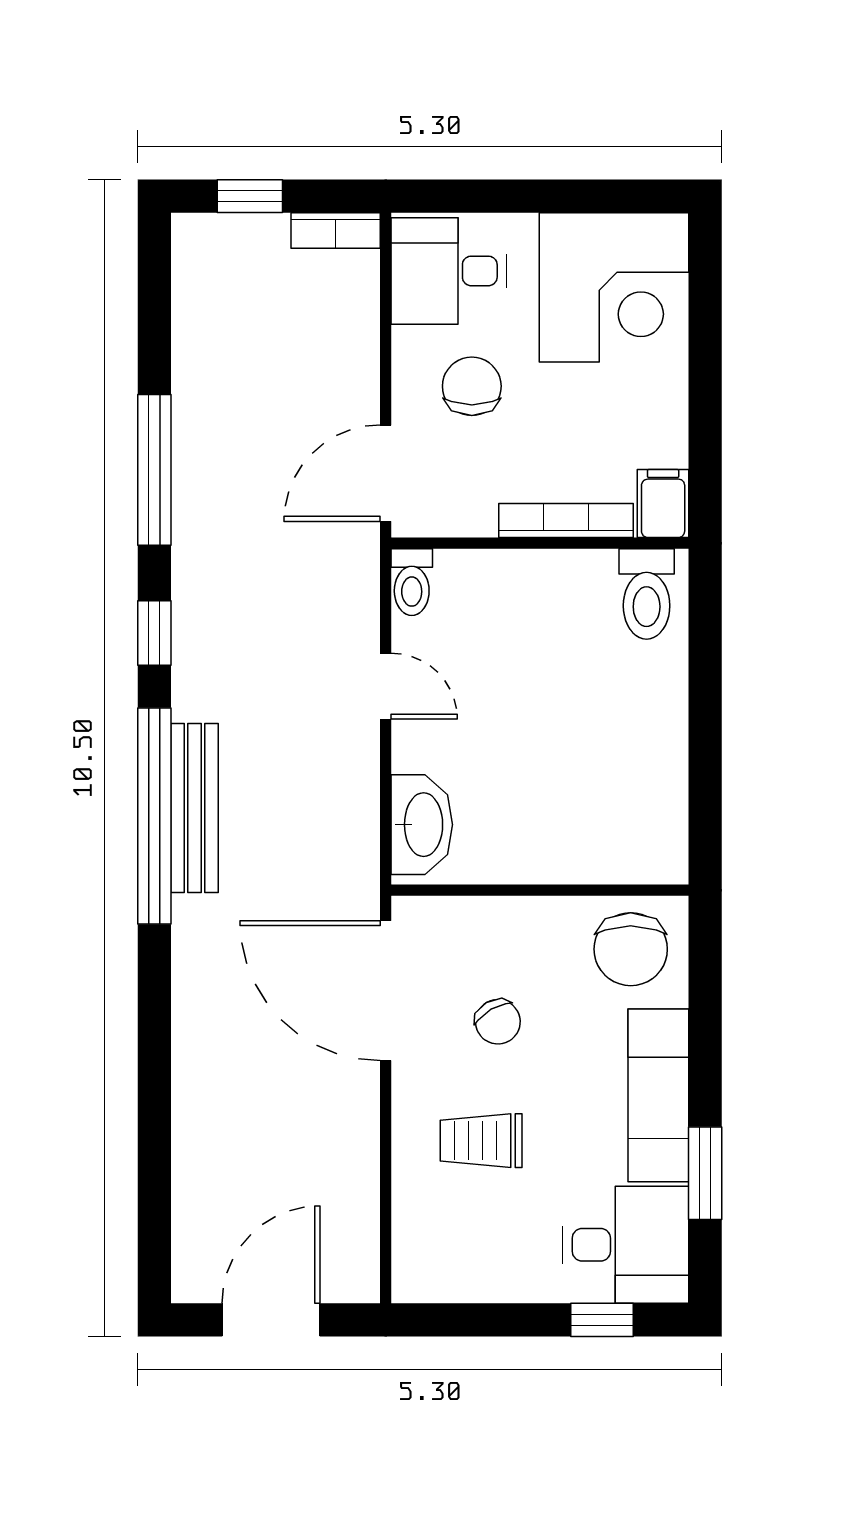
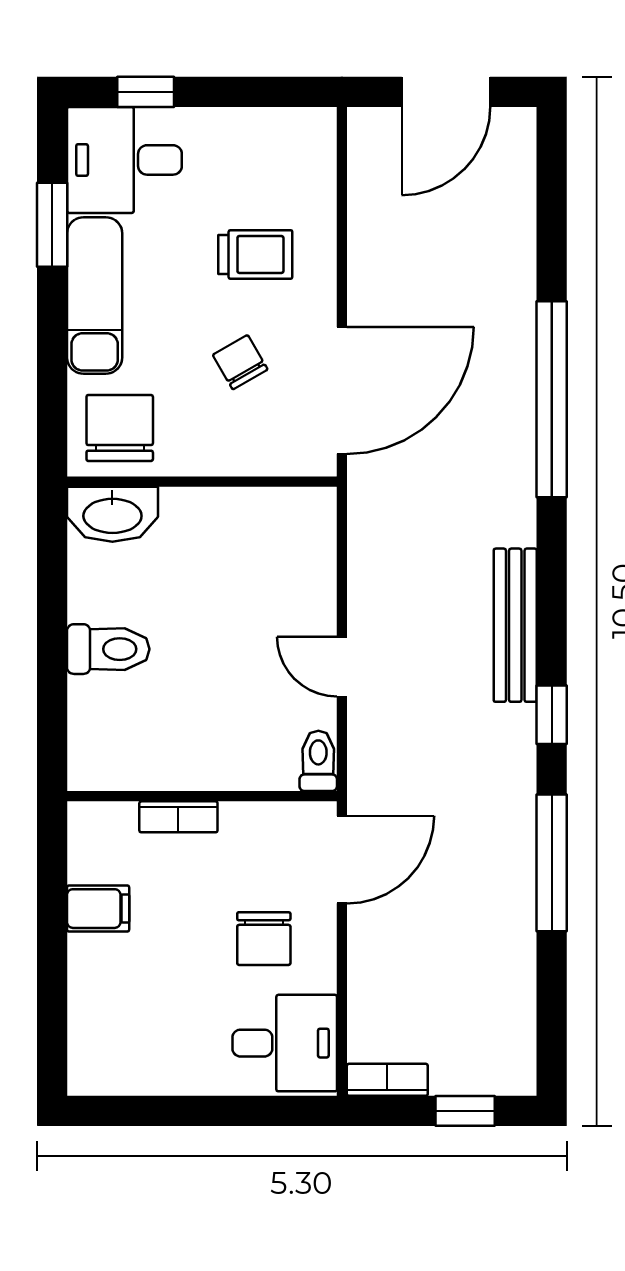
corner desk: (614, 287) -> (135, 1028), removed
filing cabinet: (663, 504) -> (98, 909), moved, turned -90
bookcase: (566, 520) -> (178, 817), width x0.64
toilet: (647, 594) -> (108, 649), moved, turned 90
bench: (195, 808) -> (515, 625), moved
window: (154, 816) -> (552, 399), moved
washbasin: (422, 825) -> (112, 514), moved, turned -90
door: (386, 991) -> (342, 390), hinge flipped

